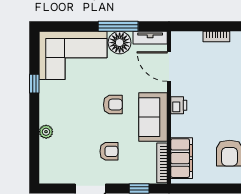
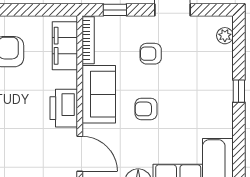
window: (34, 84) -> (239, 91), moved
printer: (179, 105) -> (64, 108), width x1.87, depth x1.48
plant: (46, 132) -> (225, 36), moved

